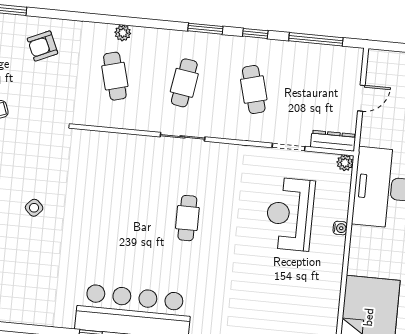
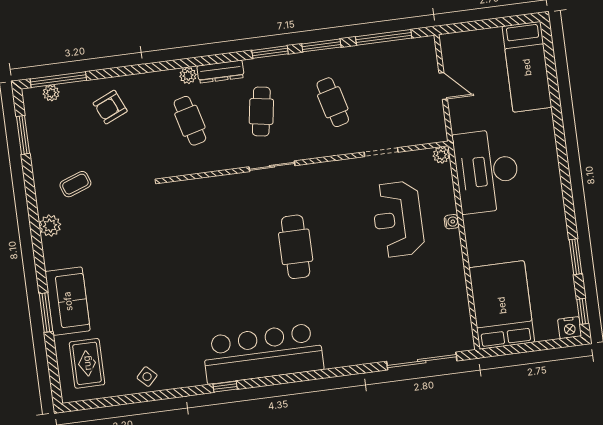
window: (255, 33) -> (321, 45), width x1.50
door: (361, 98) -> (443, 86), hinge flipped
dresser: (333, 141) -> (221, 72), moved, turned 180
side table: (34, 208) -> (147, 377), moved
cafe table: (187, 218) -> (296, 247), width x1.37, depth x1.35

